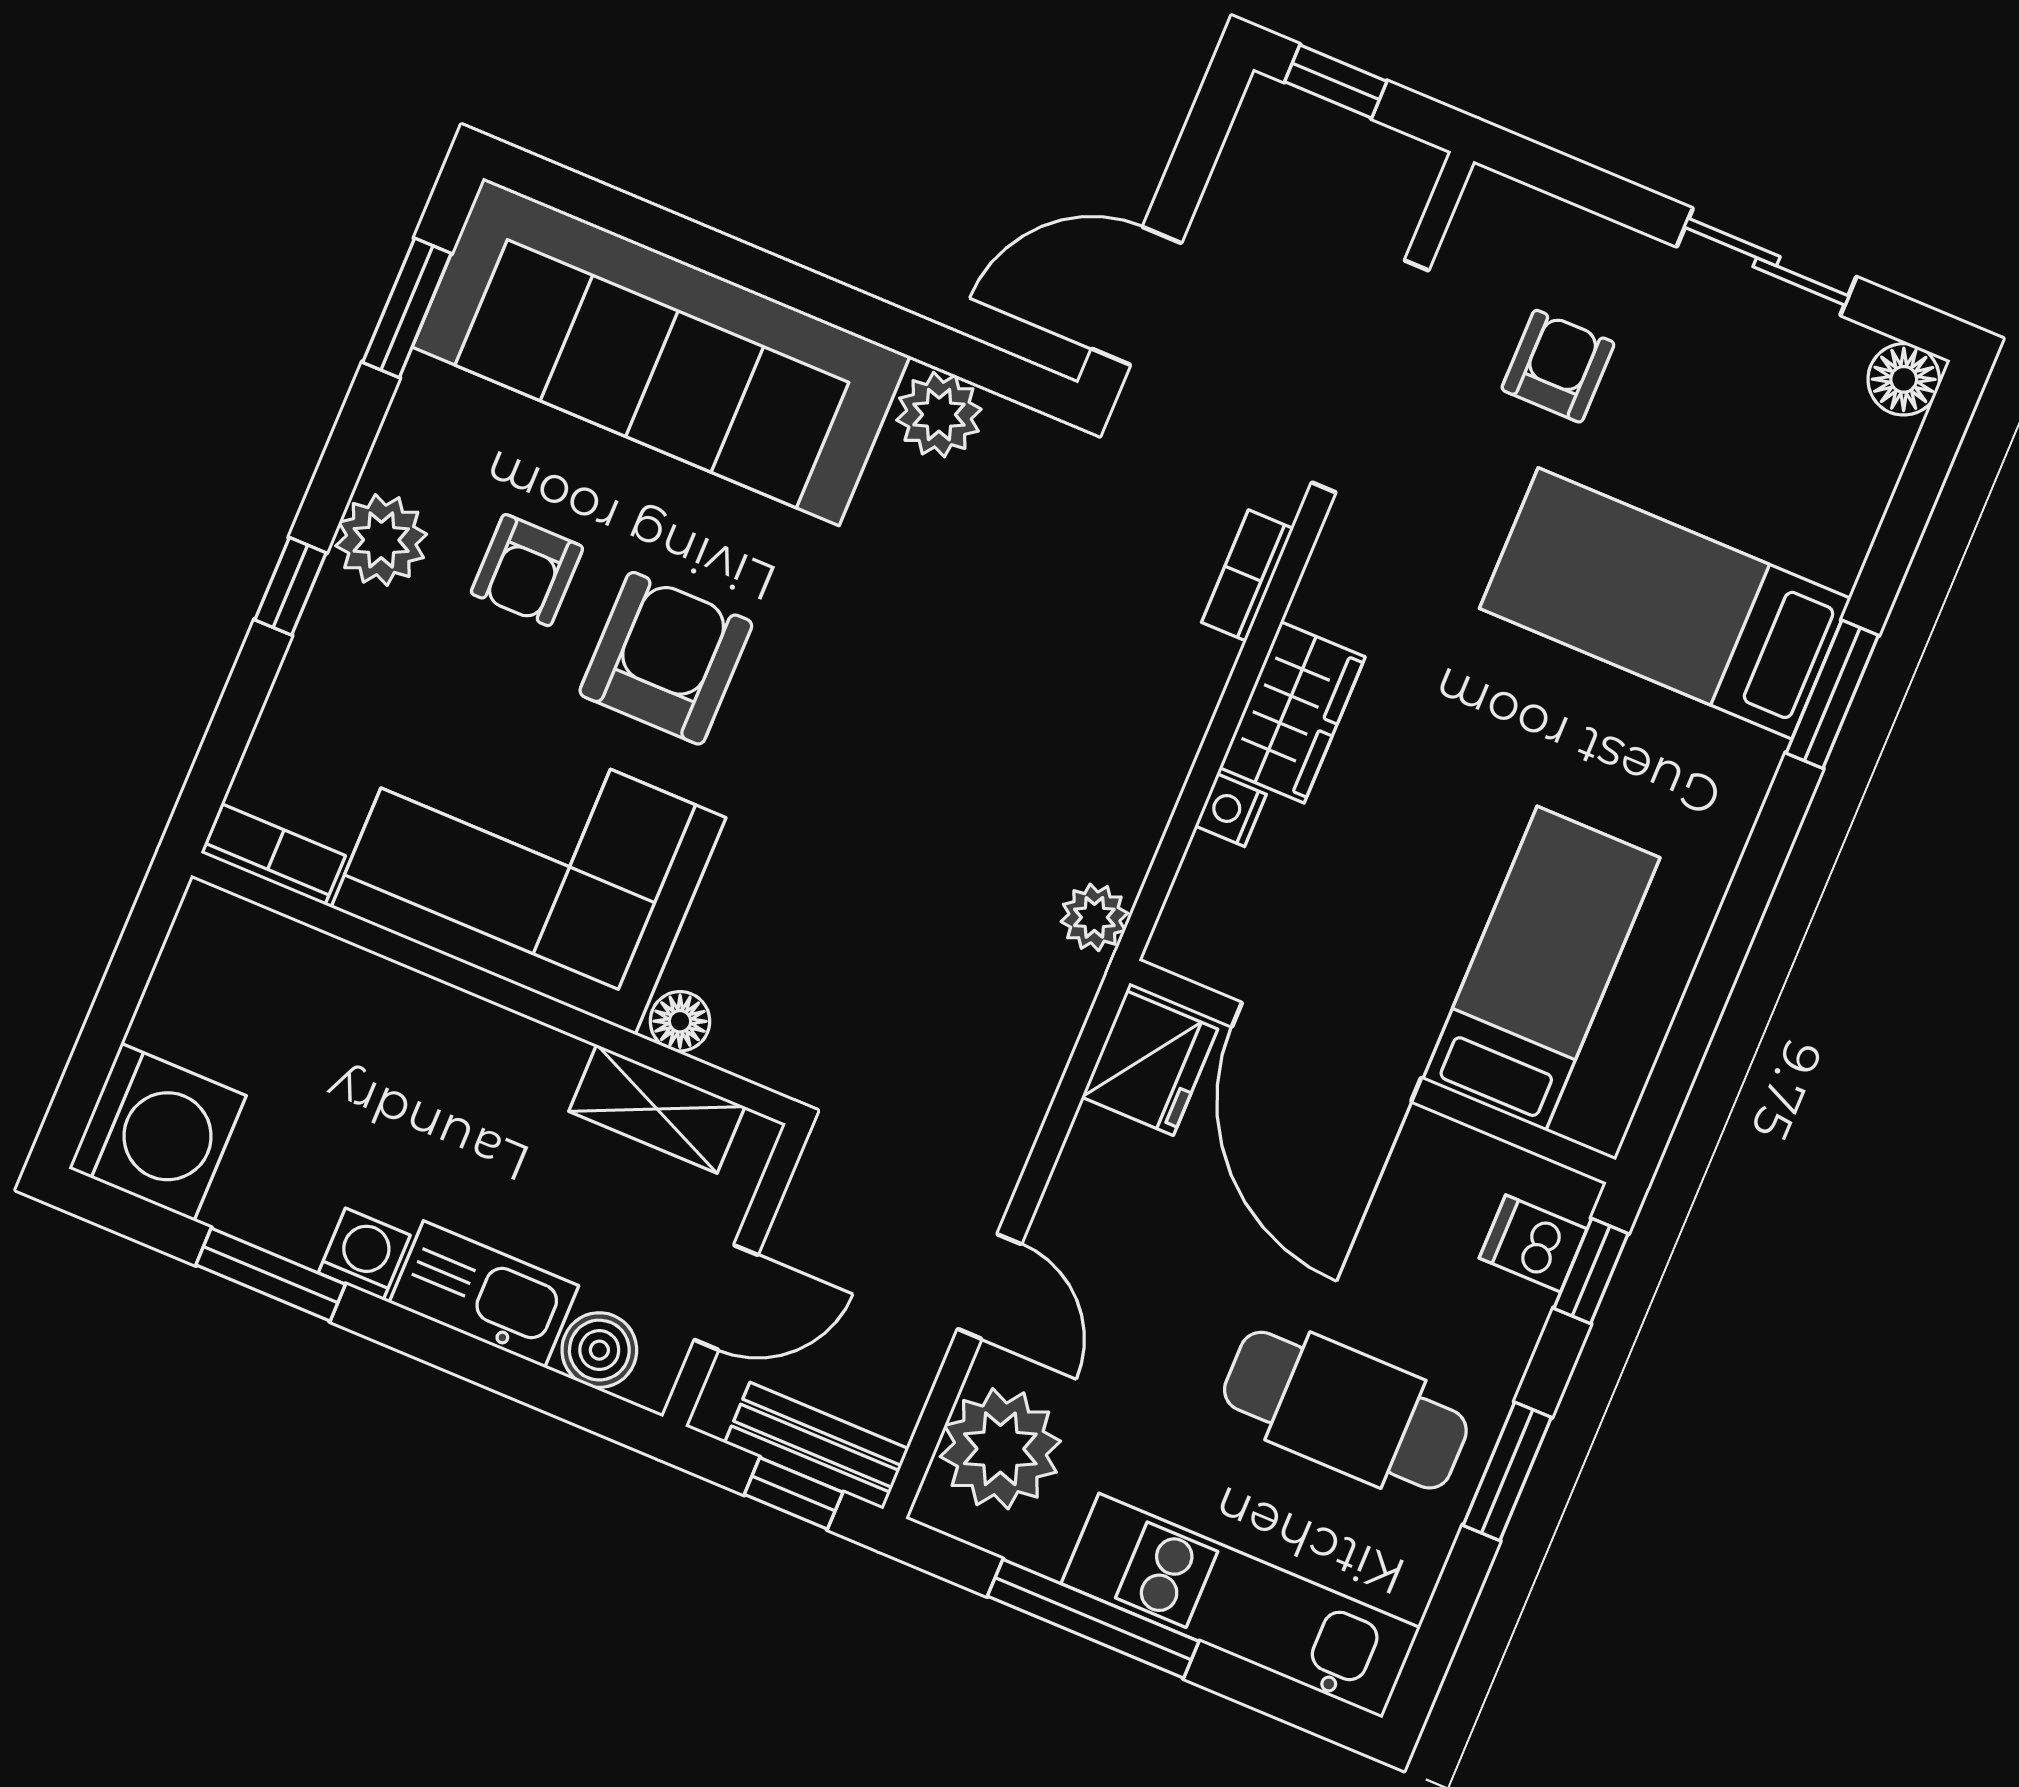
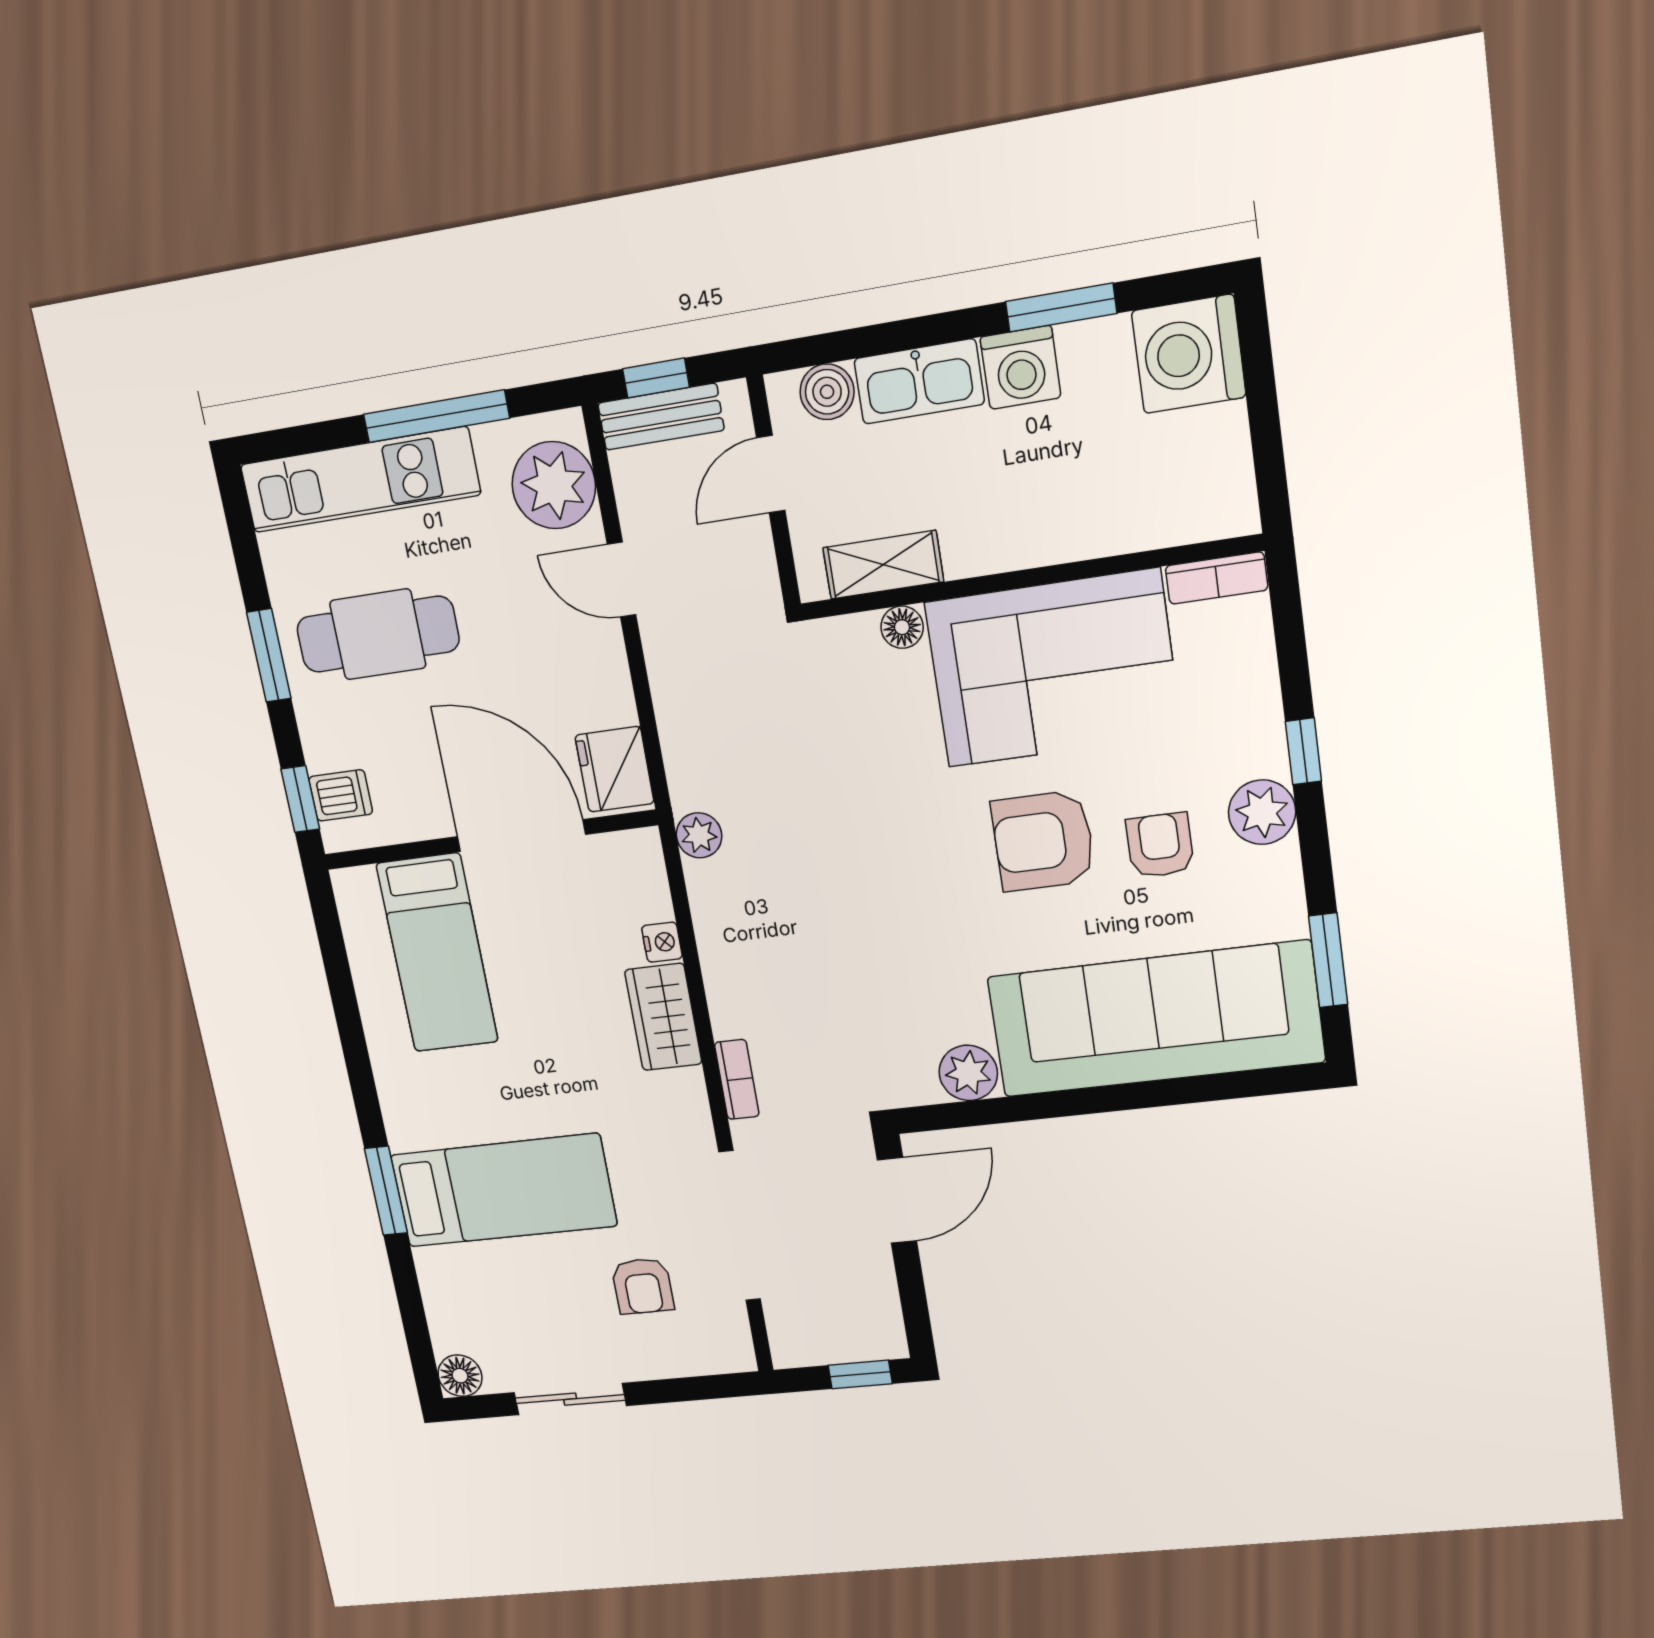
armchair: (666, 658) -> (1043, 841), turned 90
washing machine: (364, 1254) -> (1020, 367), width x1.38, depth x1.38

